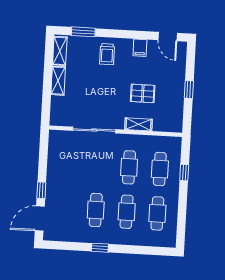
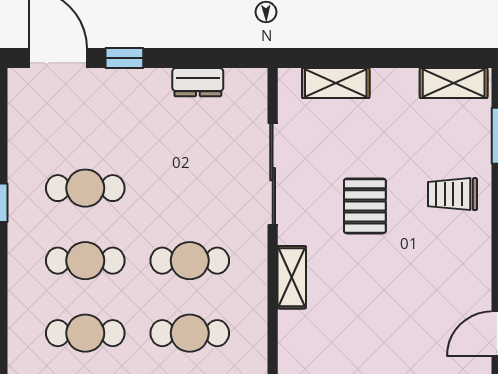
filing cabinet: (140, 48) -> (472, 270), removed
shelving: (58, 81) -> (336, 83), moved
pallet: (143, 93) -> (365, 206), moved
dresser: (53, 160) -> (198, 82), added

